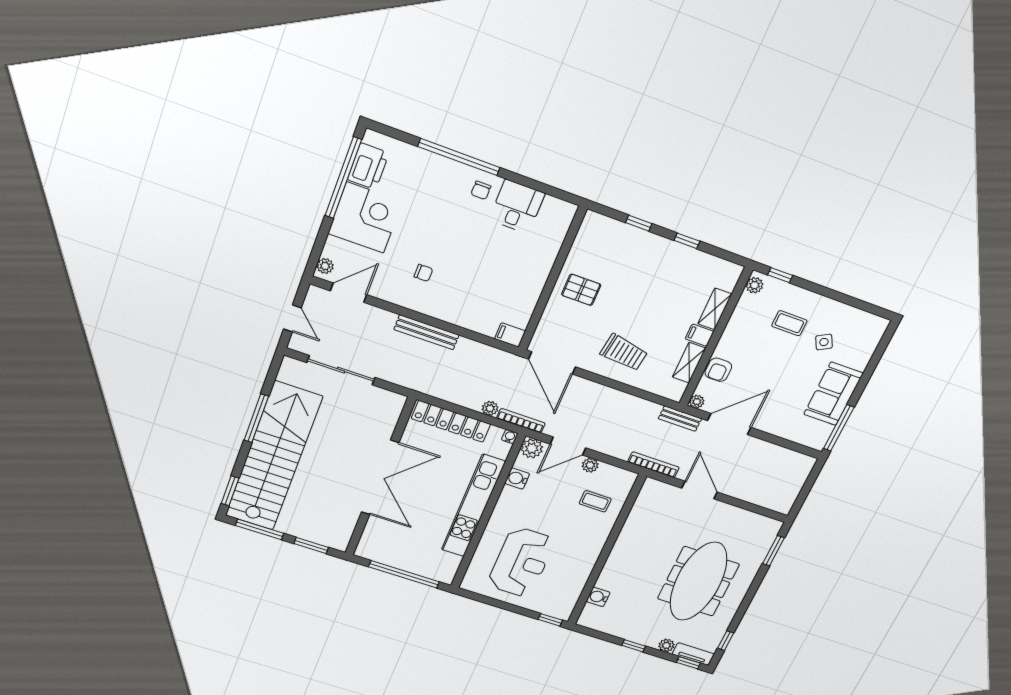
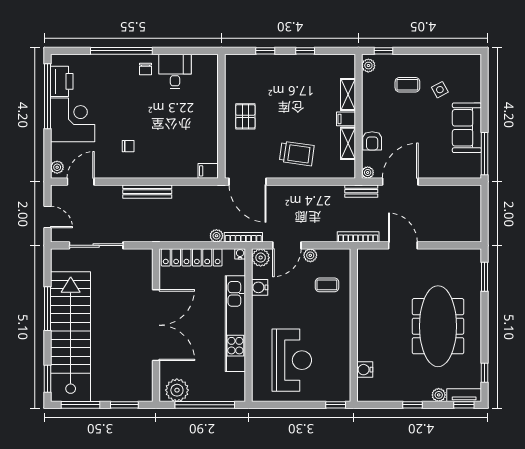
pallet: (581, 290) -> (245, 116), turned 90
plant: (378, 550) -> (177, 390), added

